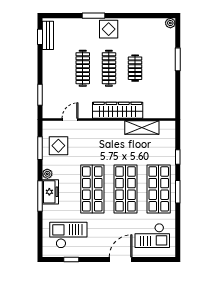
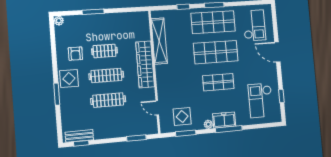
armchair: (134, 38) -> (75, 54), added
shelving: (142, 127) -> (159, 41), width x1.47
shop shelf: (92, 189) -> (218, 82), width x0.70, depth x0.74

